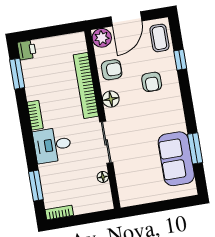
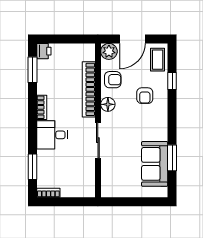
floor lamp: (103, 177) -> (90, 169), removed

